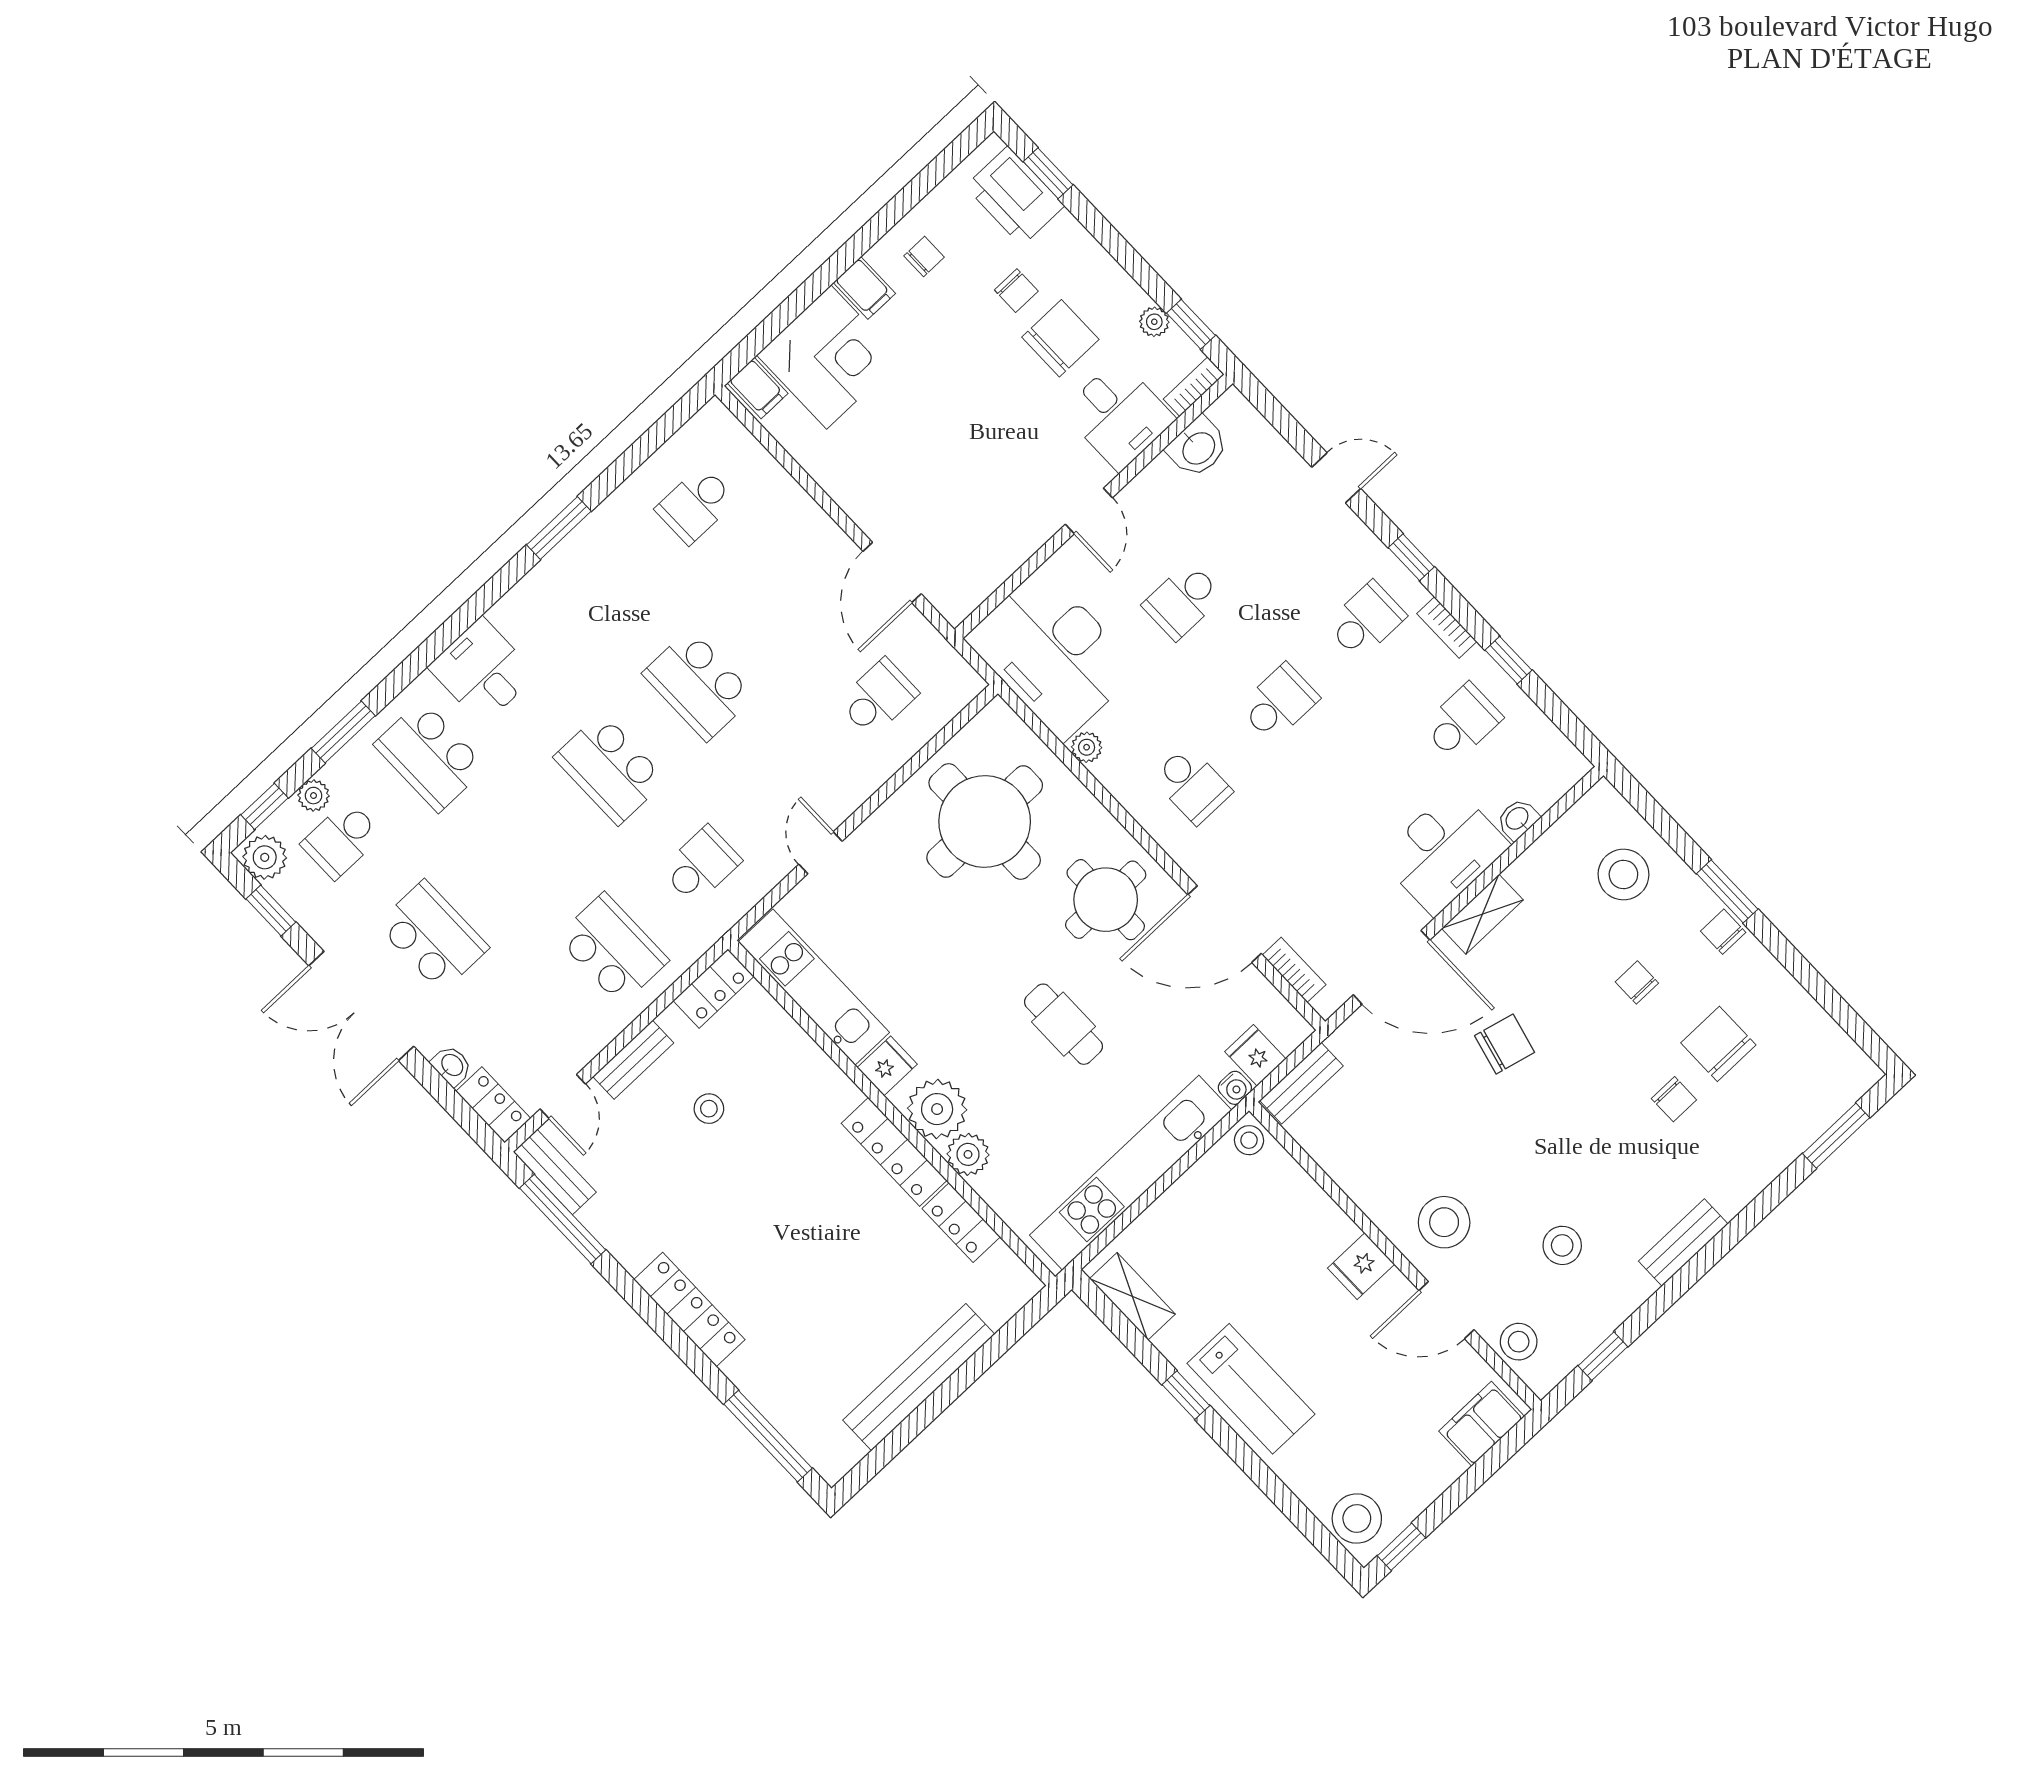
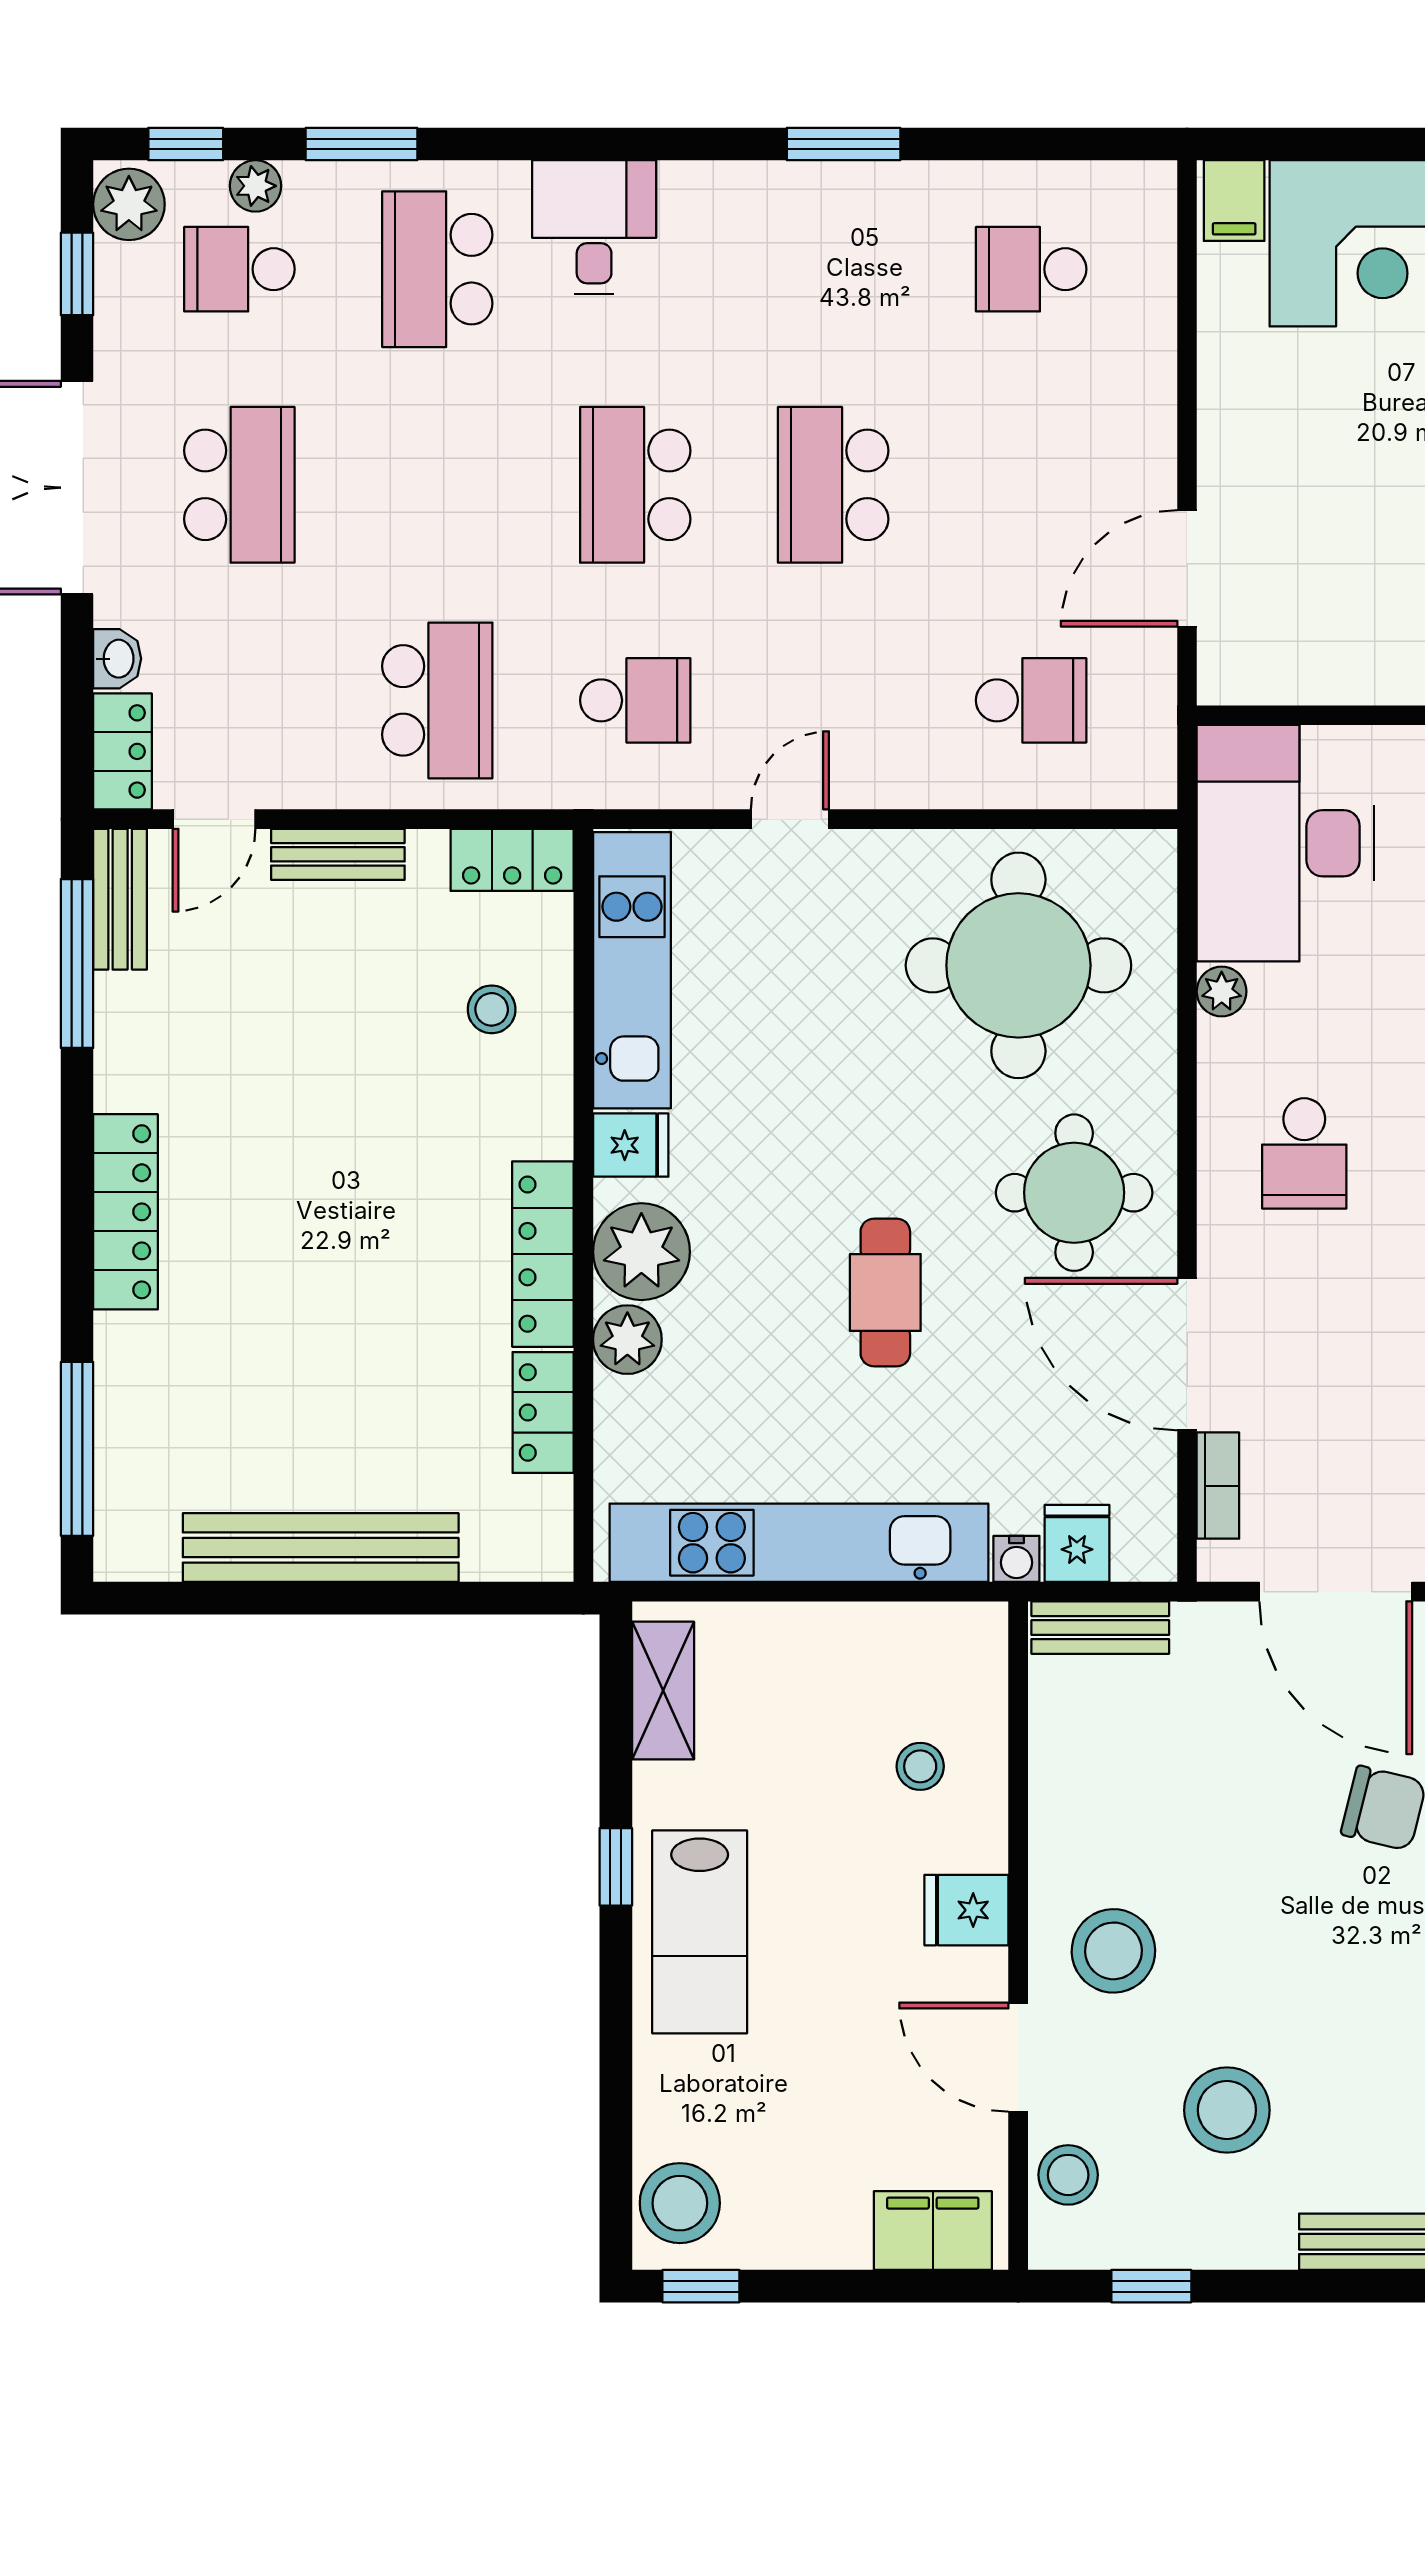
stool: (709, 1109) -> (492, 1009), moved
stool: (1249, 1140) -> (920, 1766), moved
stool: (1562, 1245) -> (1227, 2110), width x1.38, depth x1.38

